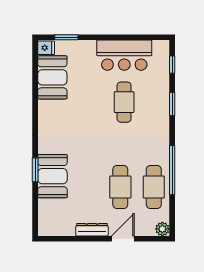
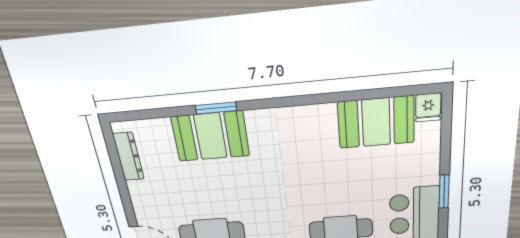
window: (66, 37) -> (444, 192), moved
dresser: (92, 230) -> (128, 157), moved

